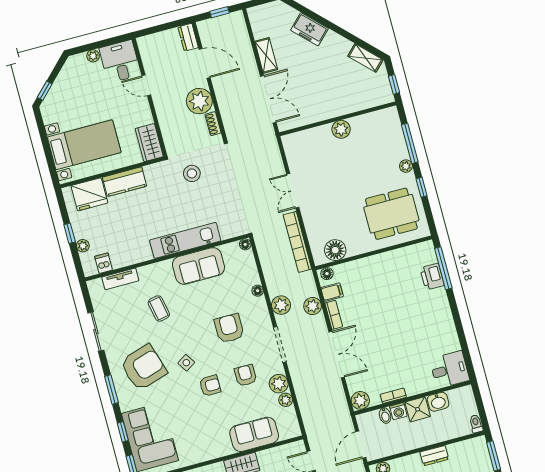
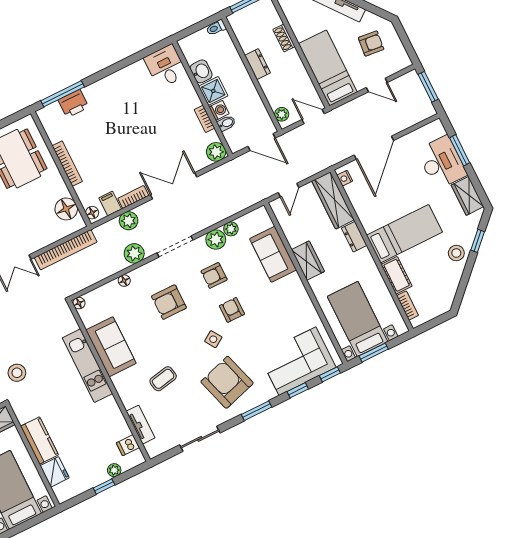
fridge: (89, 194) -> (55, 472), width x0.73, depth x0.75
bookcase: (377, 260) -> (67, 164), added

